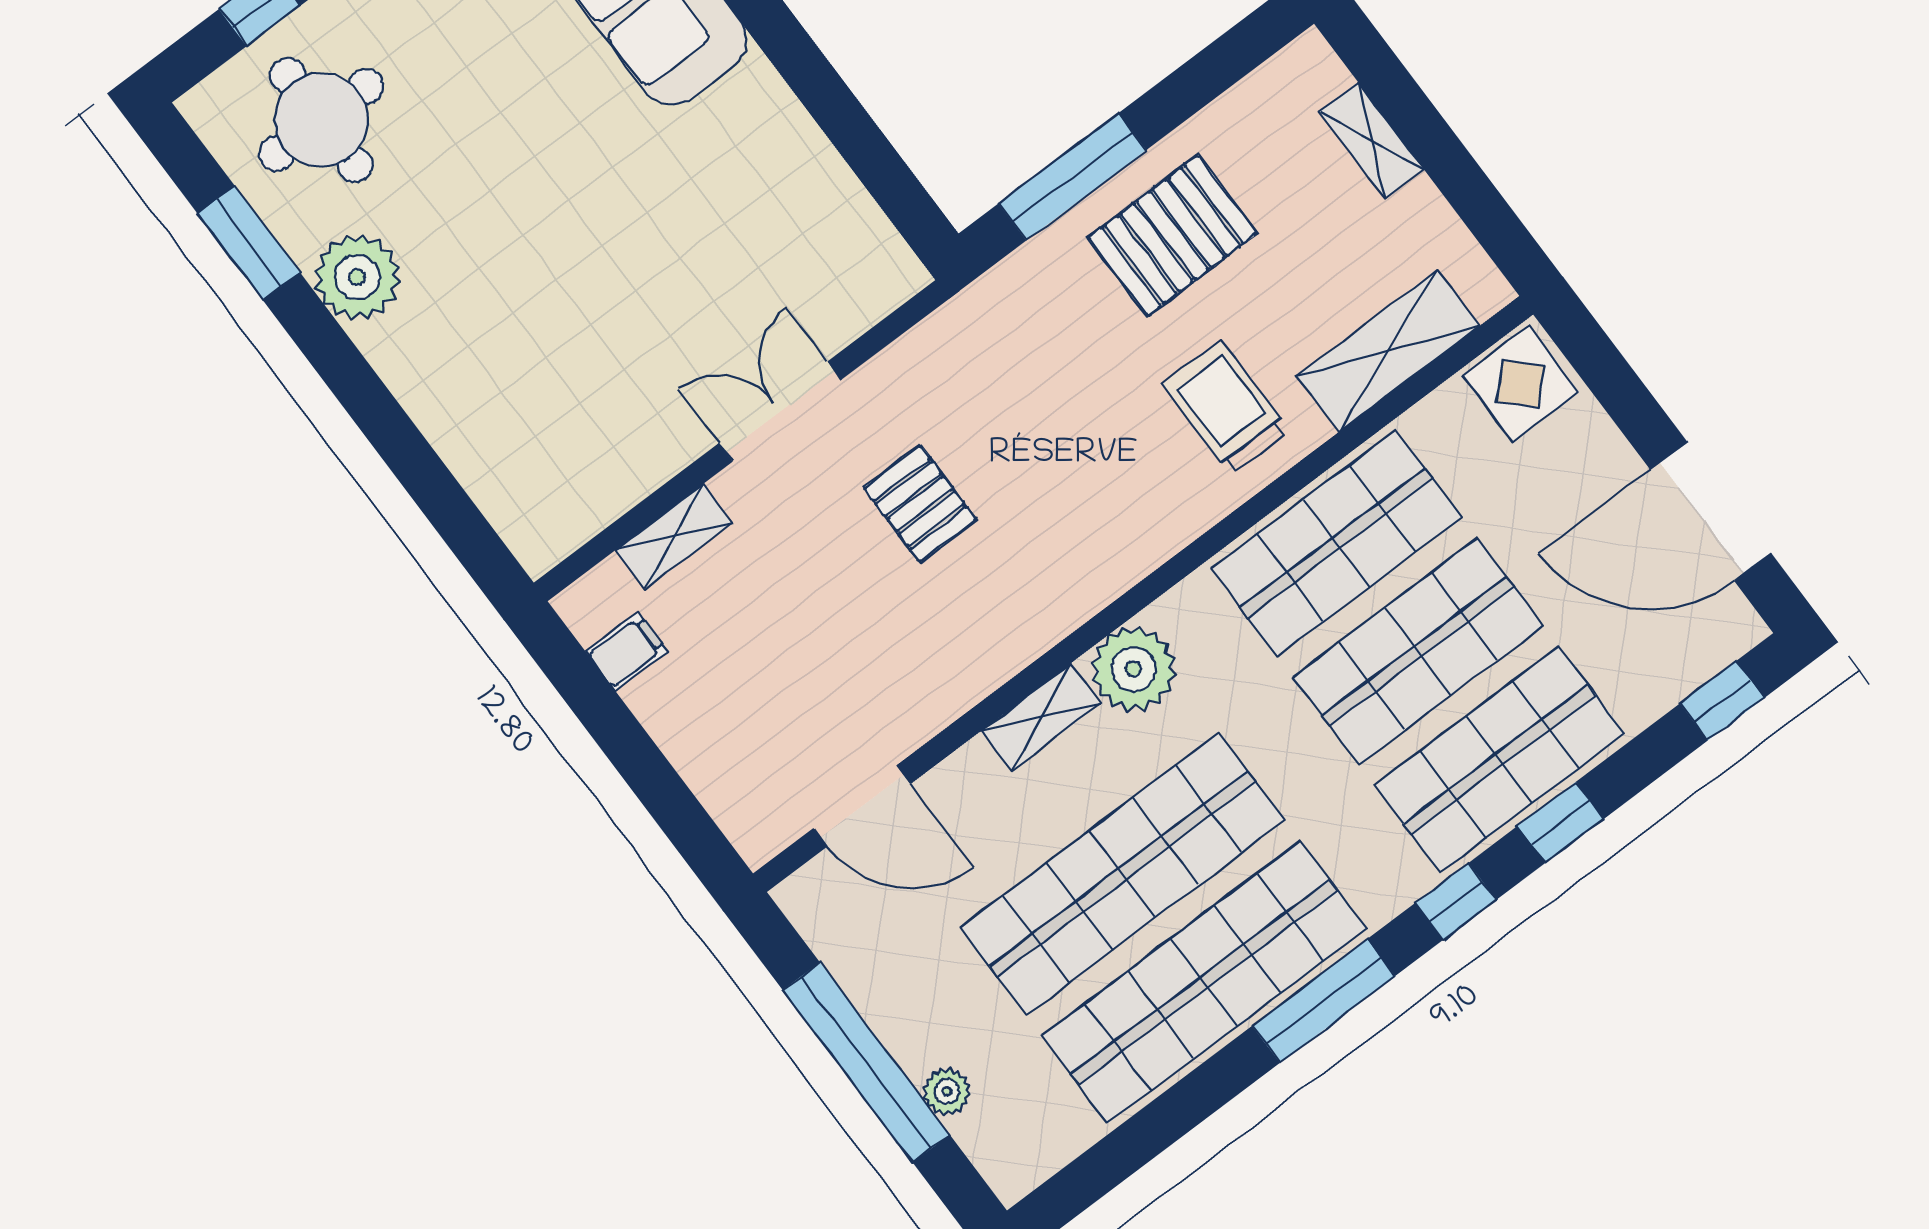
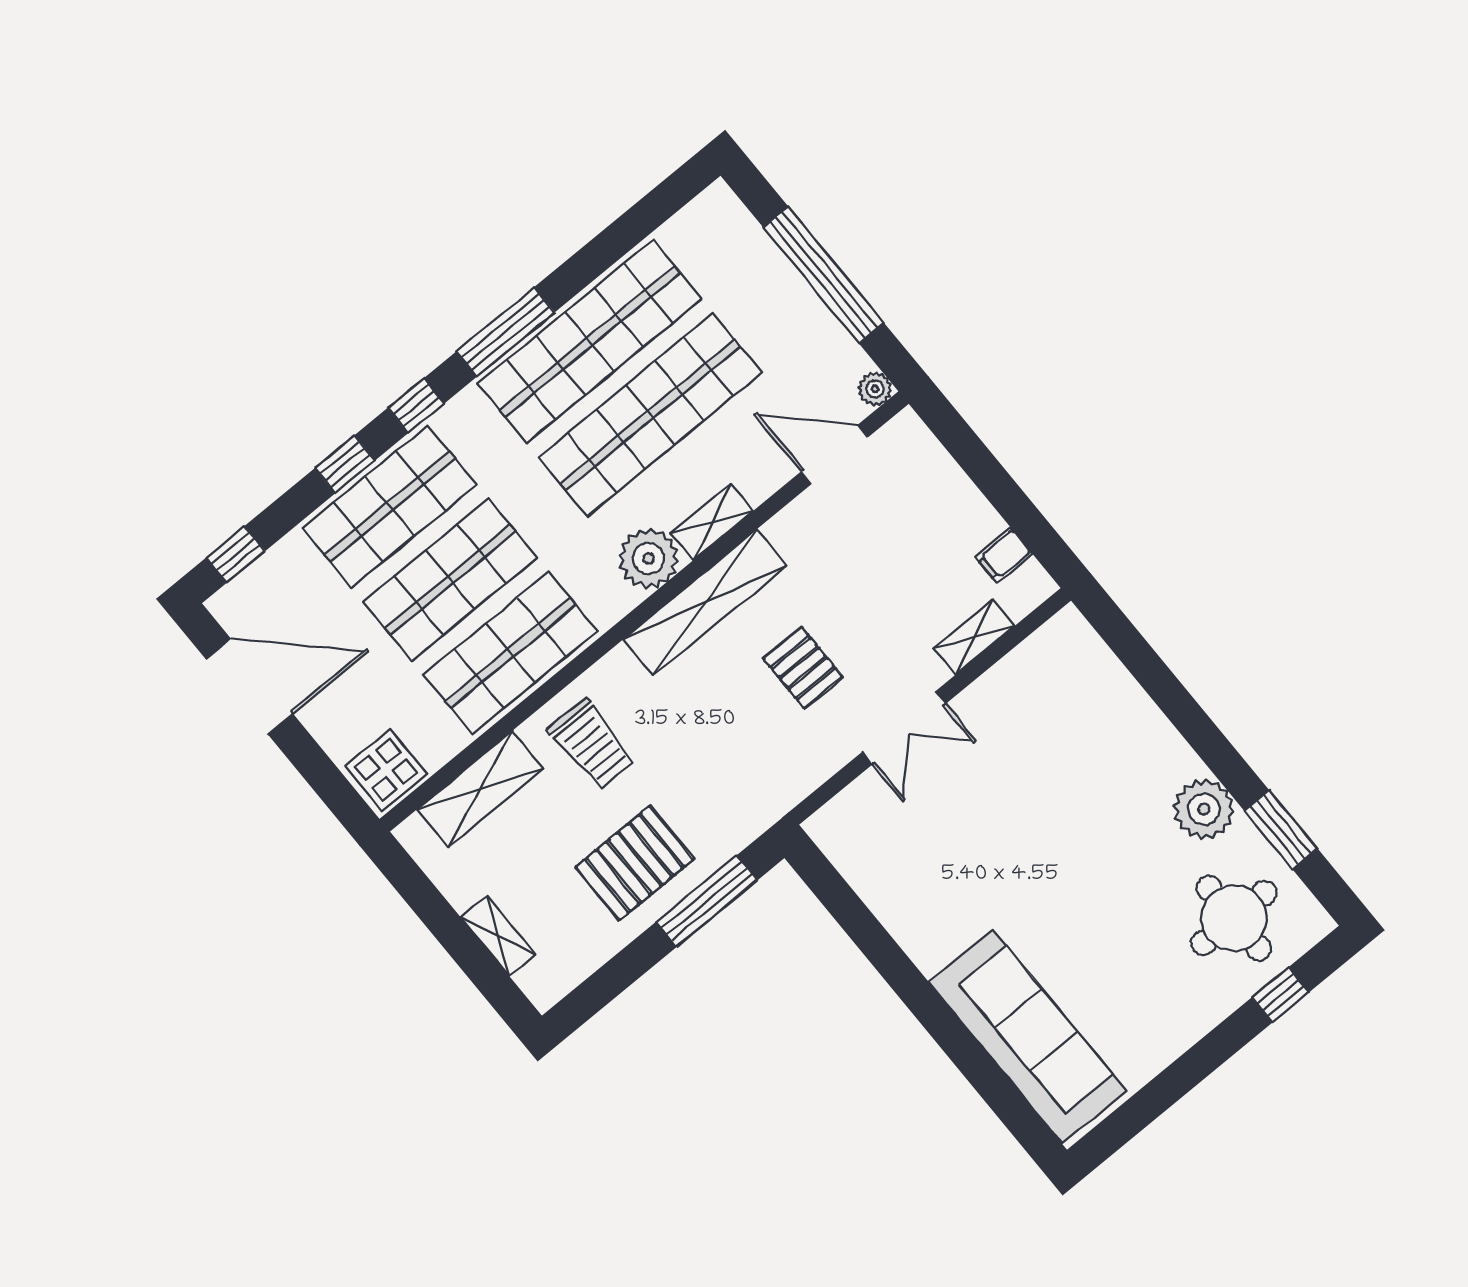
shelving: (1056, 603) -> (705, 602), added
plant: (947, 1091) -> (875, 389), moved

